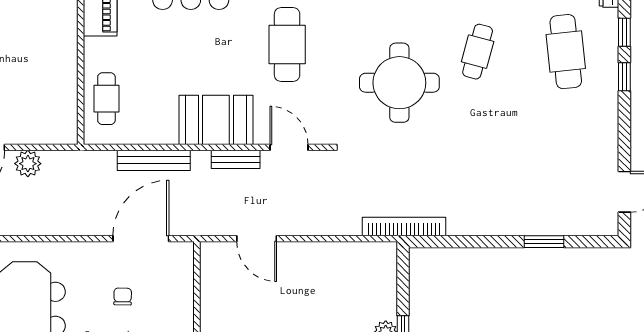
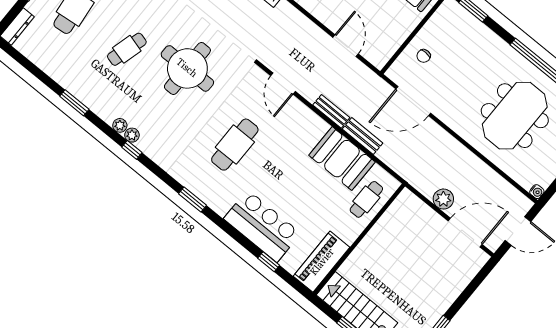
booth: (216, 120) -> (342, 159), moved
bench: (236, 159) -> (331, 111), moved
bench: (154, 160) -> (363, 136), width x0.73
chair: (123, 297) -> (424, 56), moved

